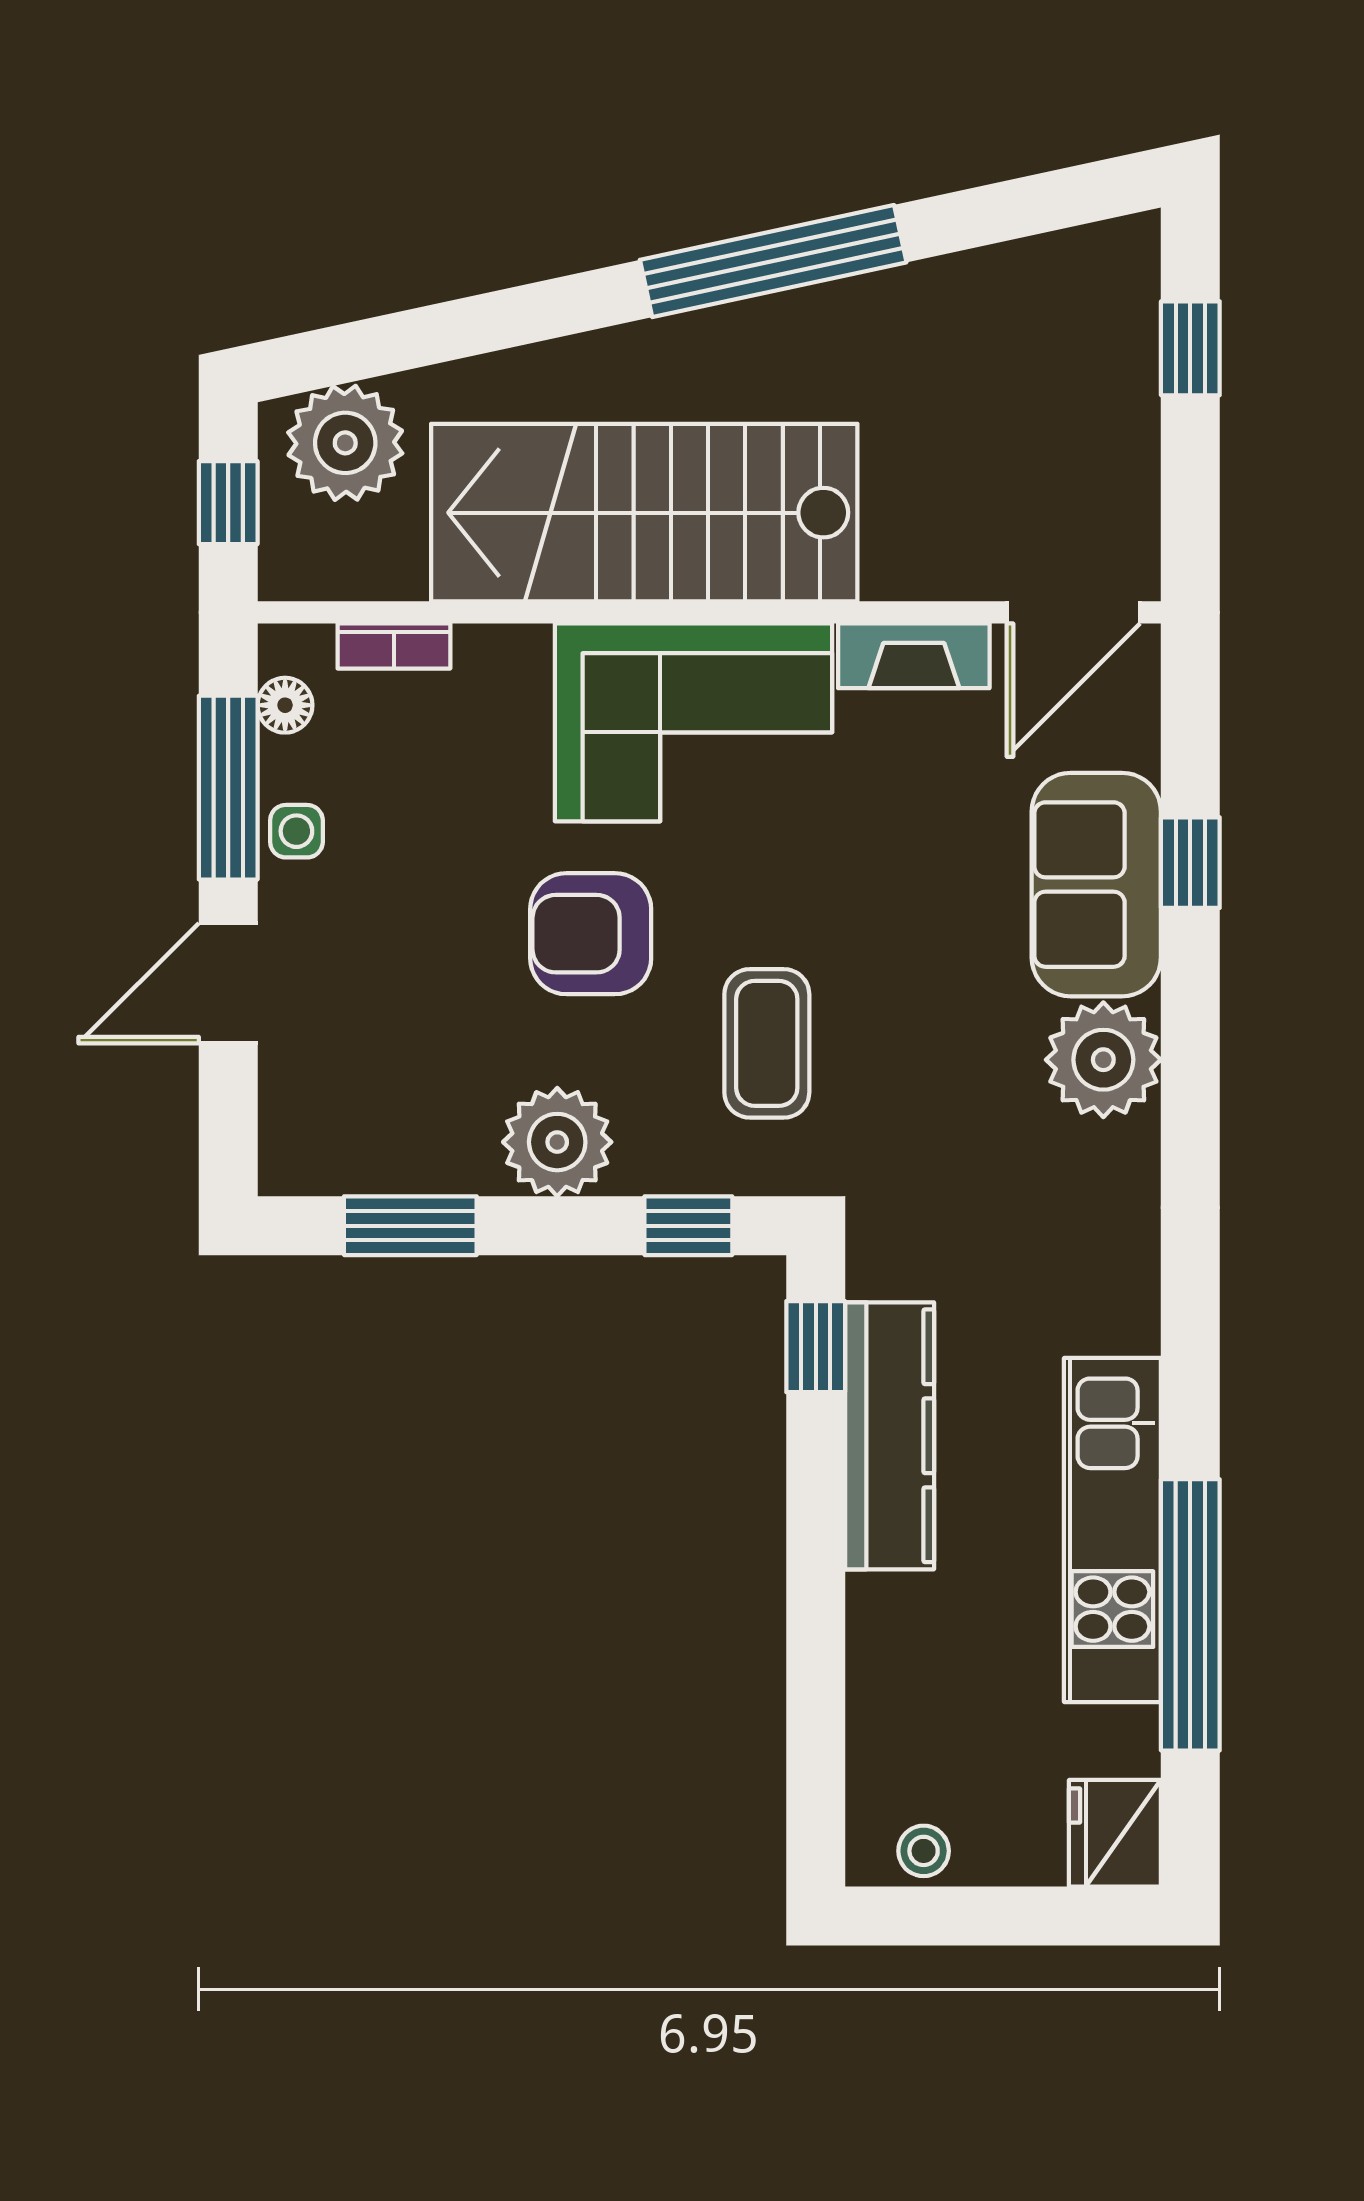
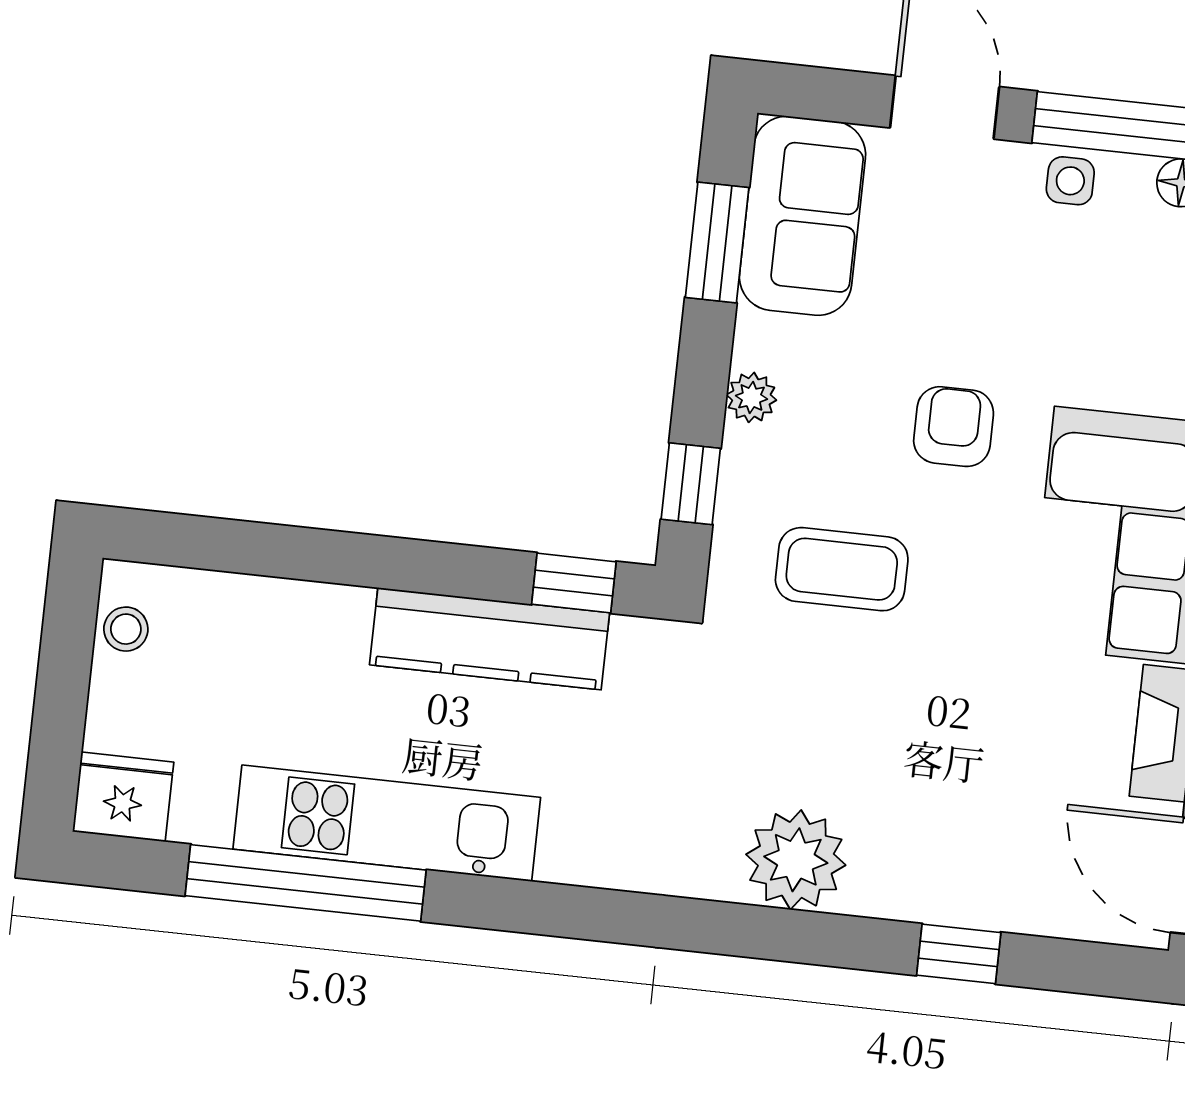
sofa: (1096, 885) -> (803, 216), moved, turned 90
armchair: (591, 934) -> (954, 427), width x0.72, depth x0.72
plant: (557, 1142) -> (751, 397), width x0.53, depth x0.53

